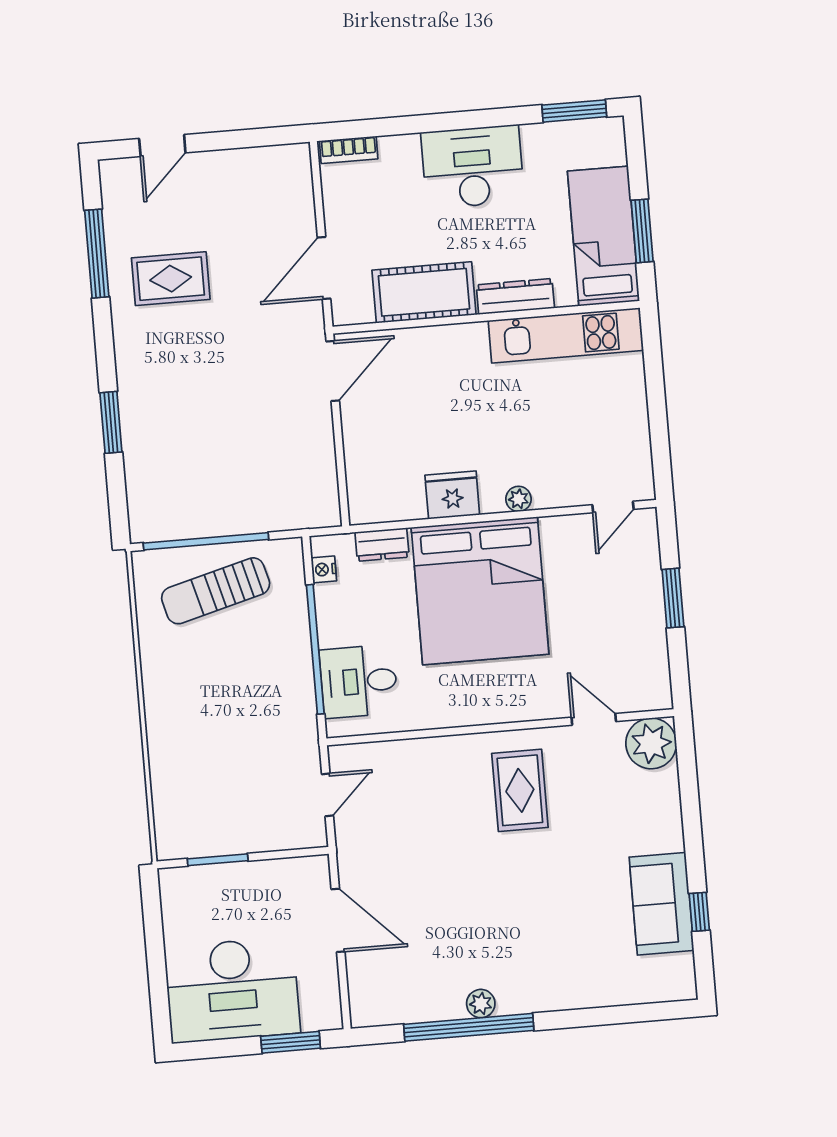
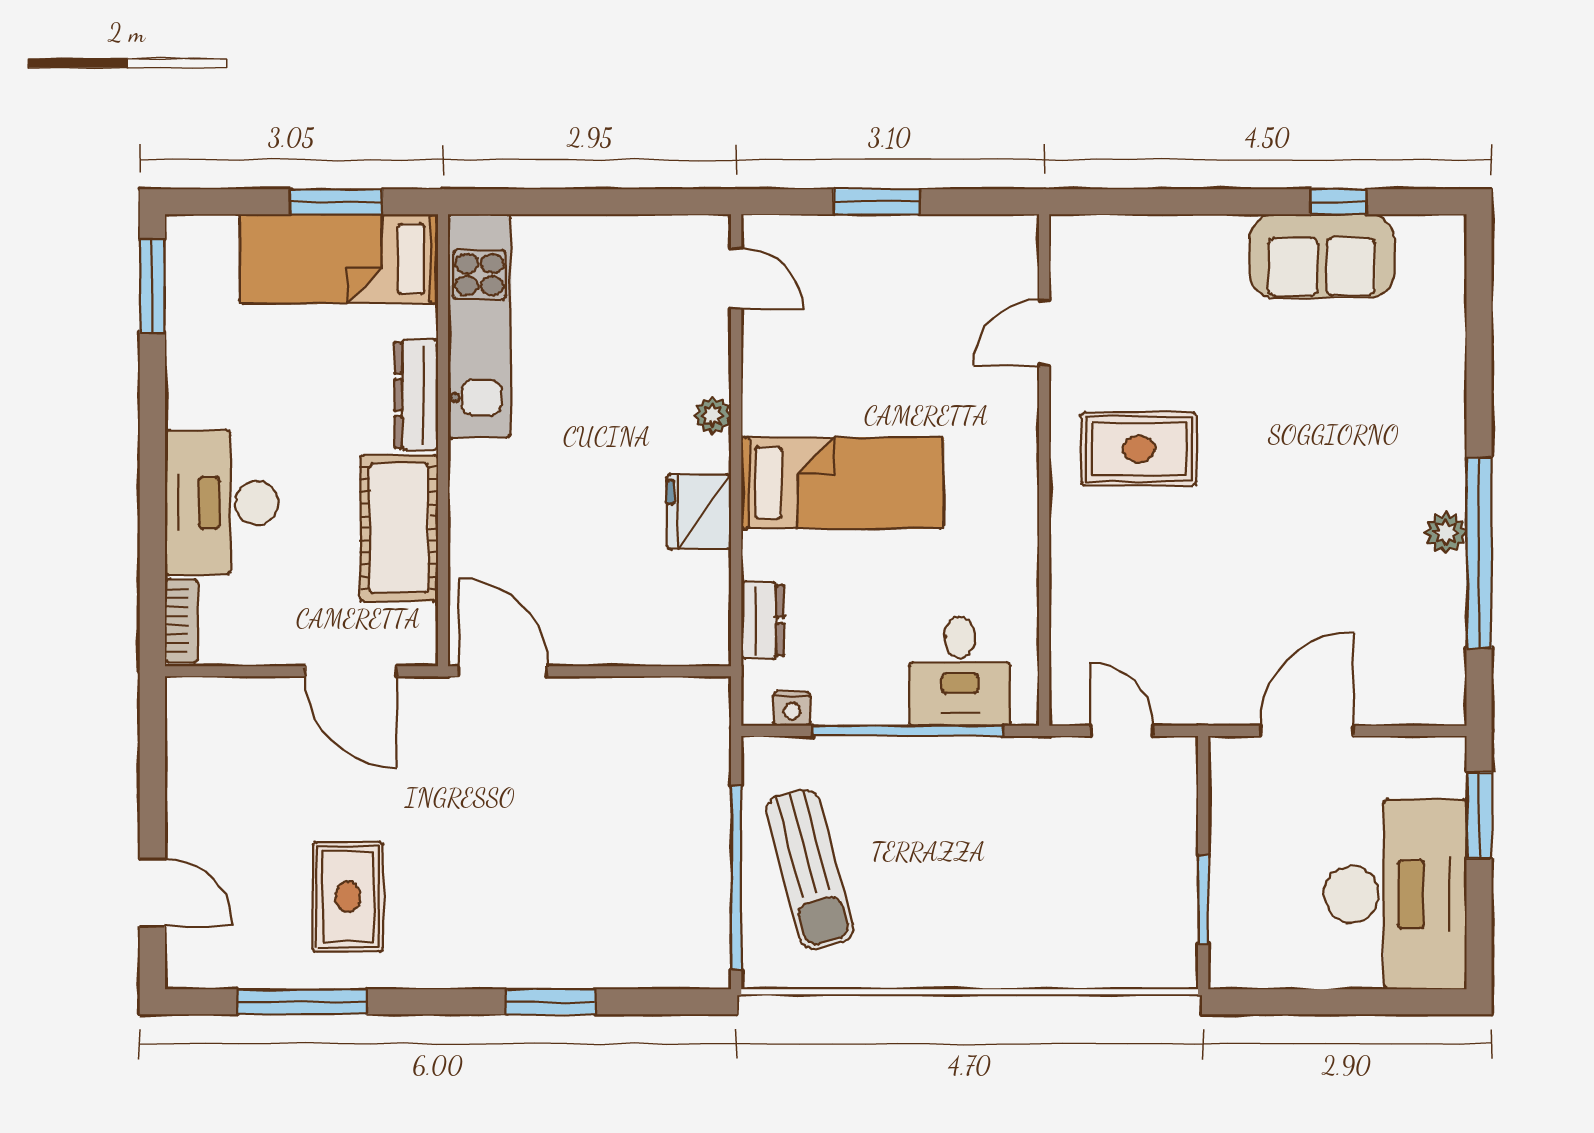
desk: (473, 167) -> (221, 503), moved
bed: (480, 591) -> (842, 483), width x0.49
plant: (651, 743) -> (1086, 251), removed

